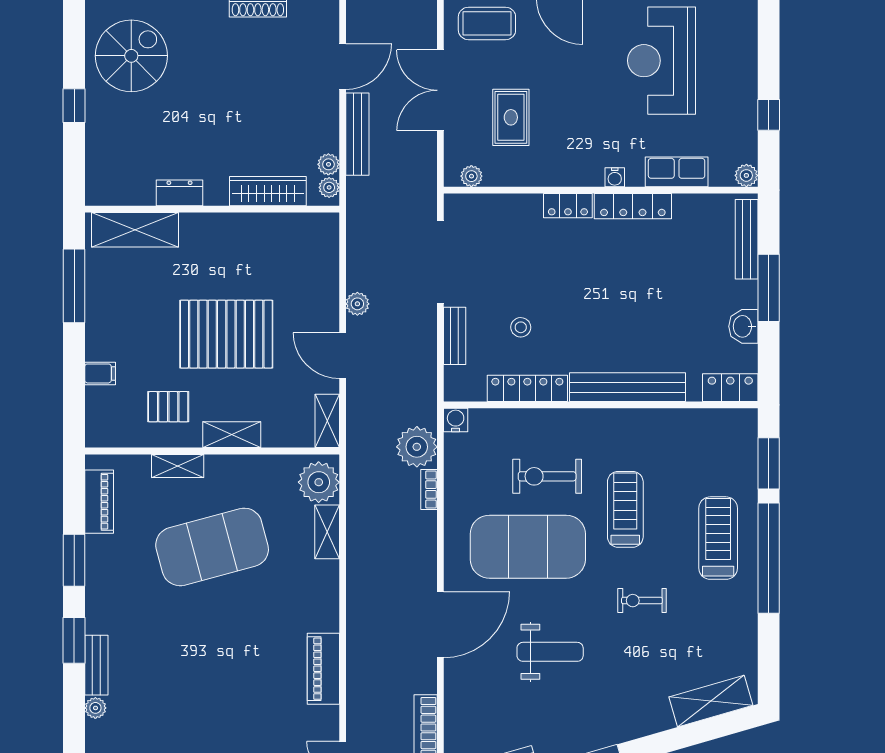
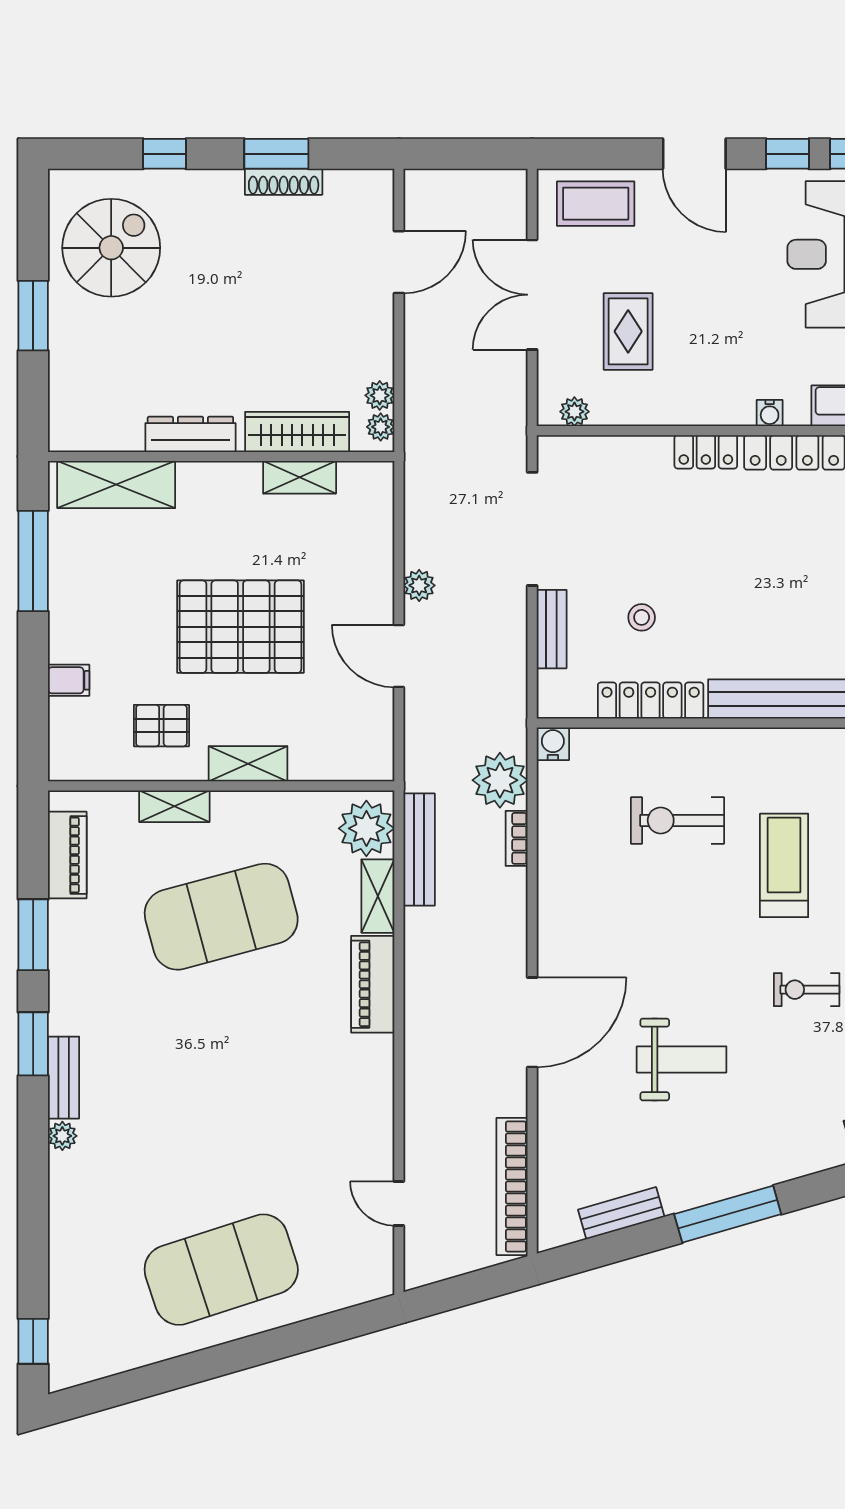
window: (74, 106) -> (33, 316), width x1.50
bench: (357, 134) -> (419, 850), moved
dresser: (179, 193) -> (190, 434), width x1.44
shelving: (327, 421) -> (300, 477), moved, turned 90
exercise mat: (528, 547) -> (651, 916), removed
piano: (323, 669) -> (373, 984), moved

